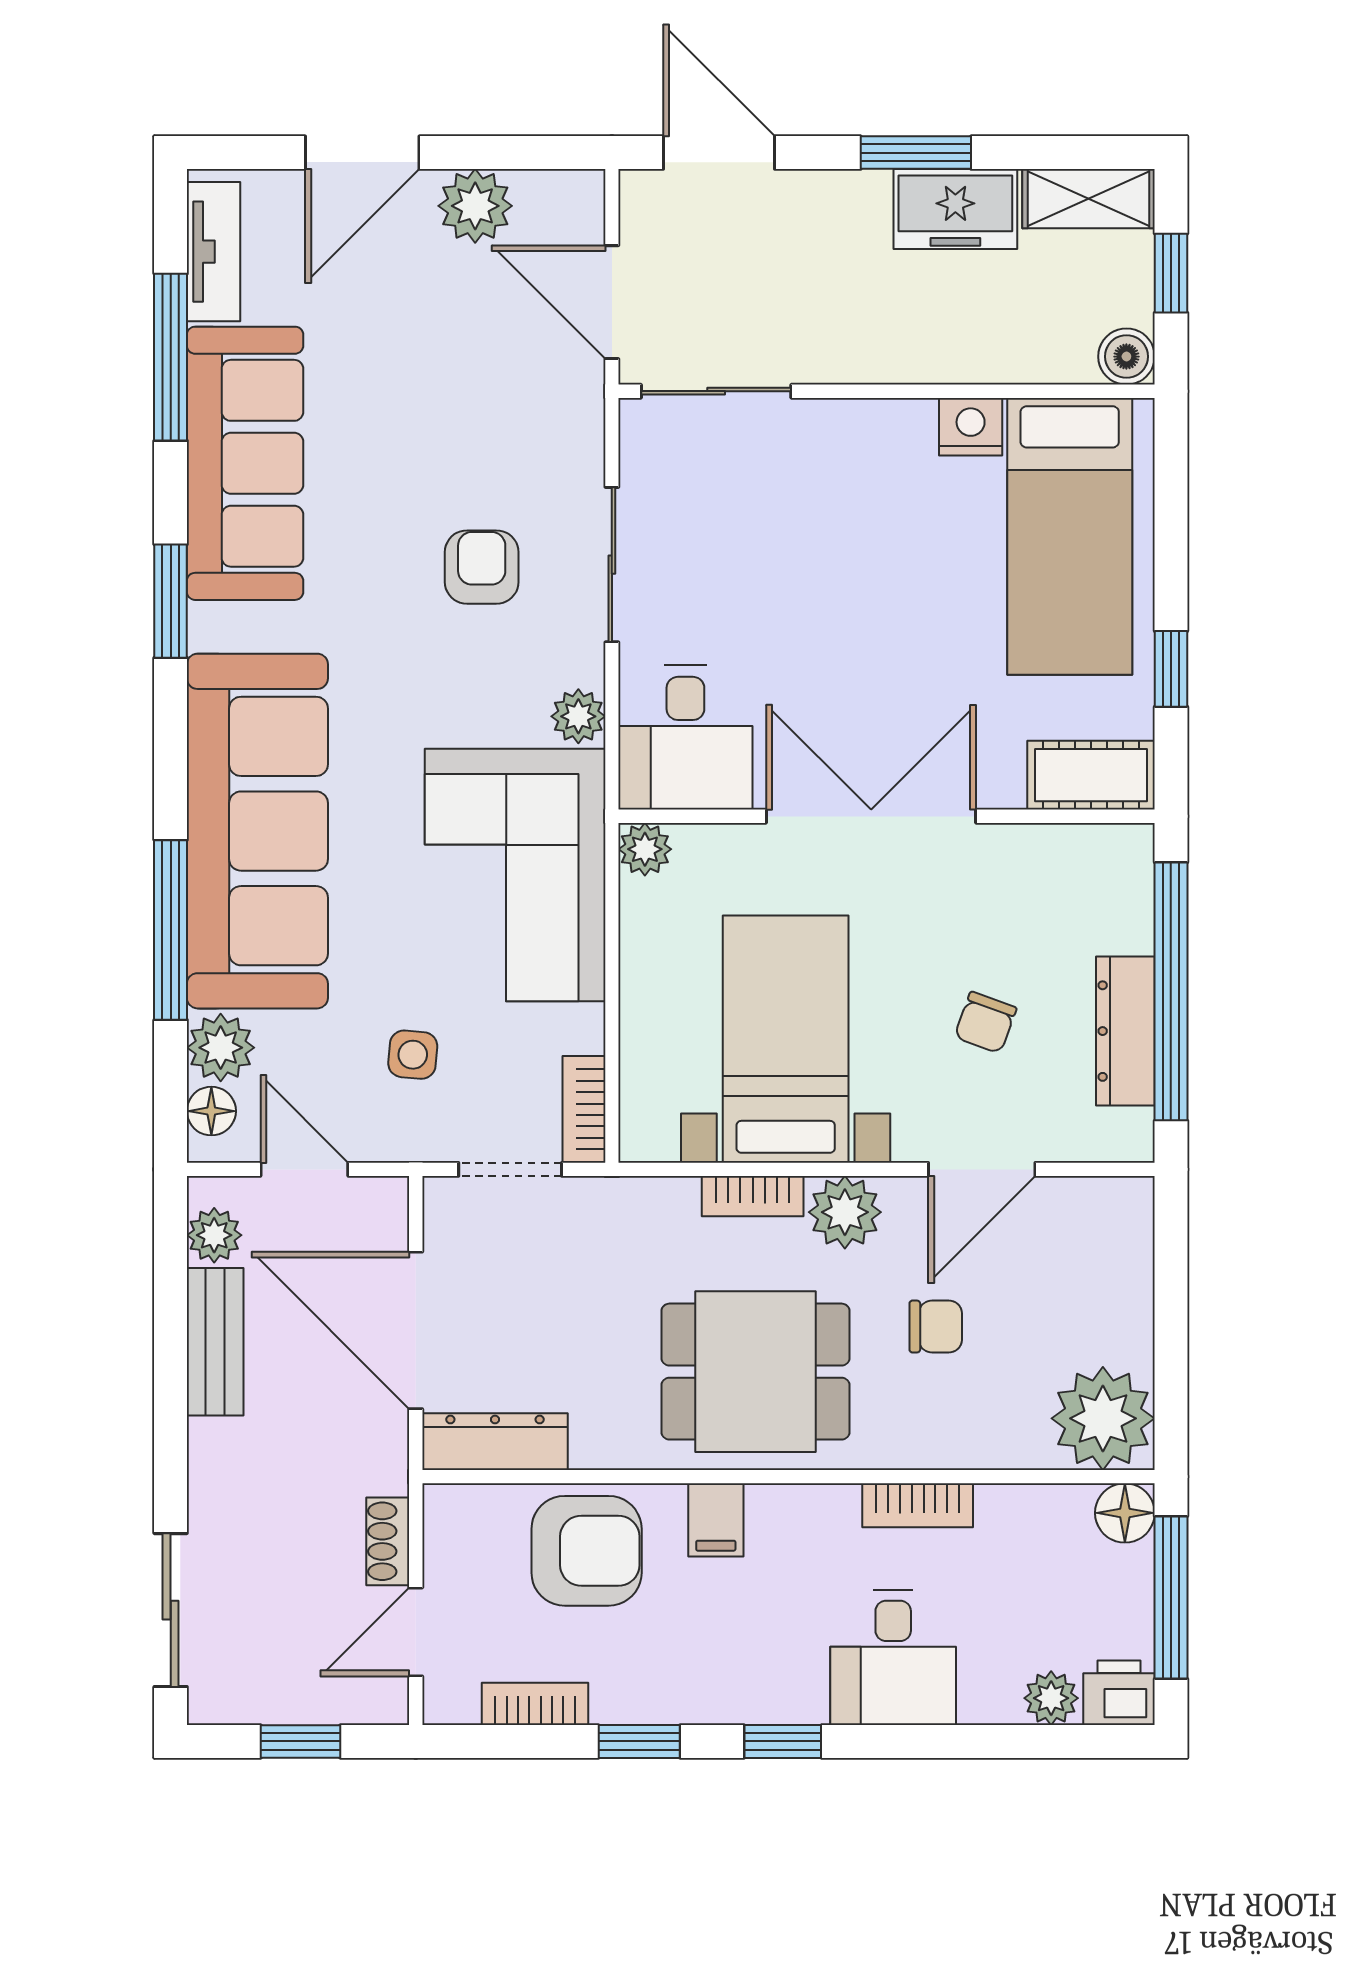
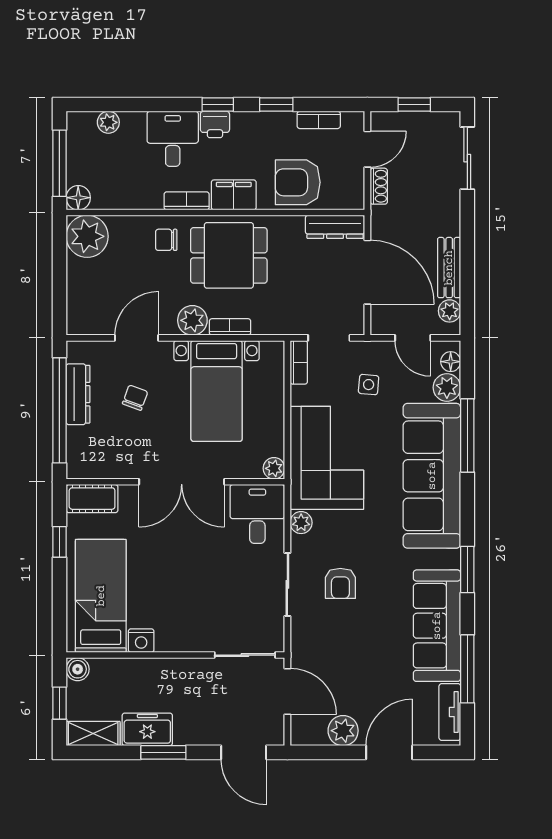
chair: (936, 1327) -> (166, 240), moved
bookcase: (918, 1505) -> (187, 201), moved
filing cabinet: (716, 1520) -> (234, 195), width x2.00
printer: (1119, 1693) -> (215, 124), moved

